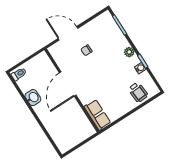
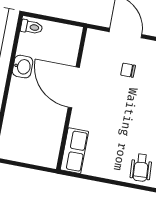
door: (68, 84) -> (74, 87), hinge flipped

